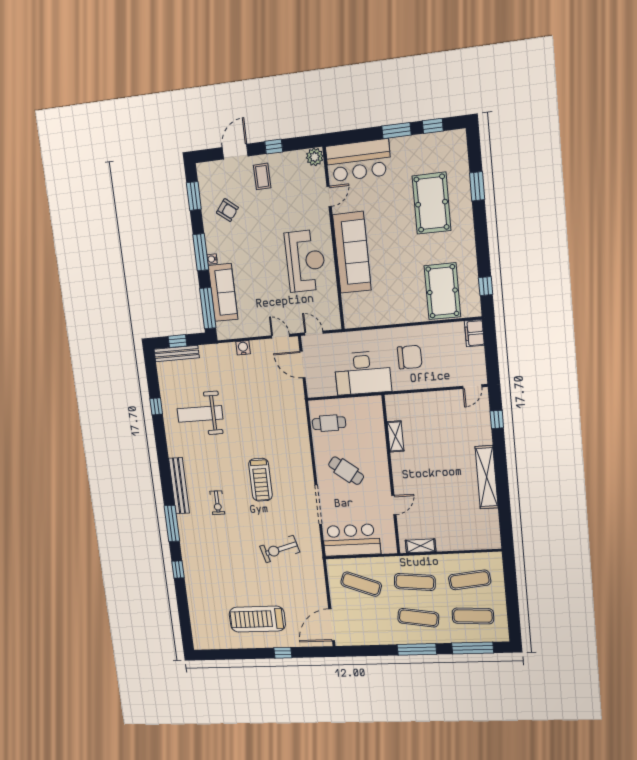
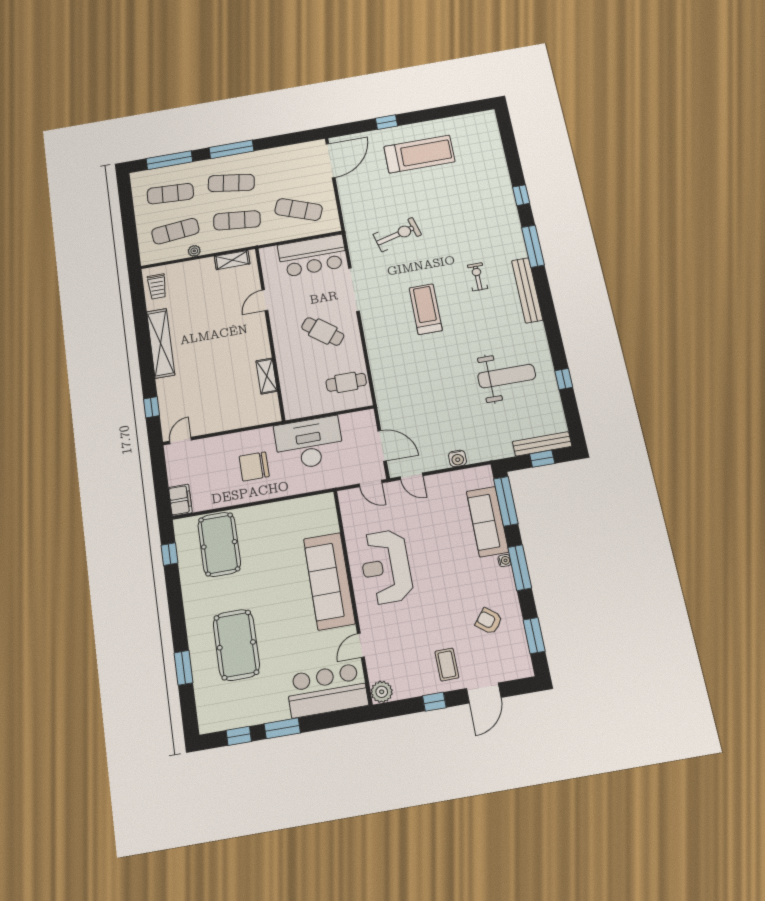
trolley: (488, 530) -> (157, 286), added
plant: (454, 559) -> (194, 251), added

